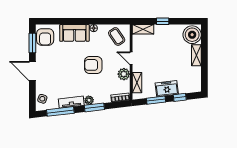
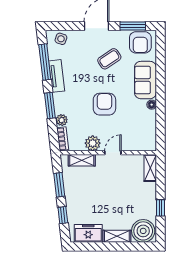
window: (163, 21) -> (160, 208), moved
coffee table: (117, 36) -> (109, 59), moved
armchair: (45, 37) -> (140, 42), turned -90
freezer: (167, 89) -> (88, 233), moved, turned -83
plant: (89, 100) -> (62, 120), moved

